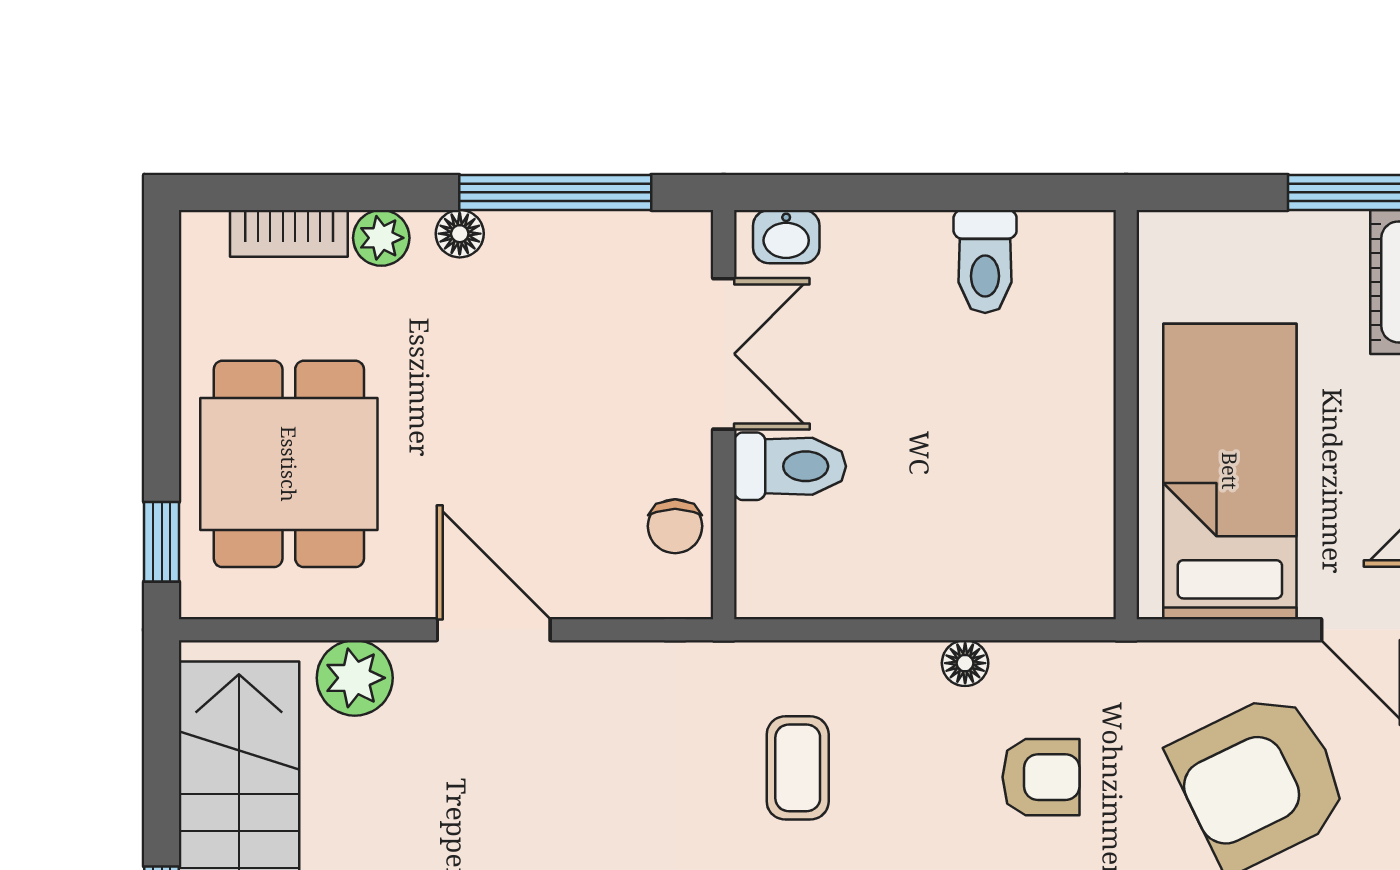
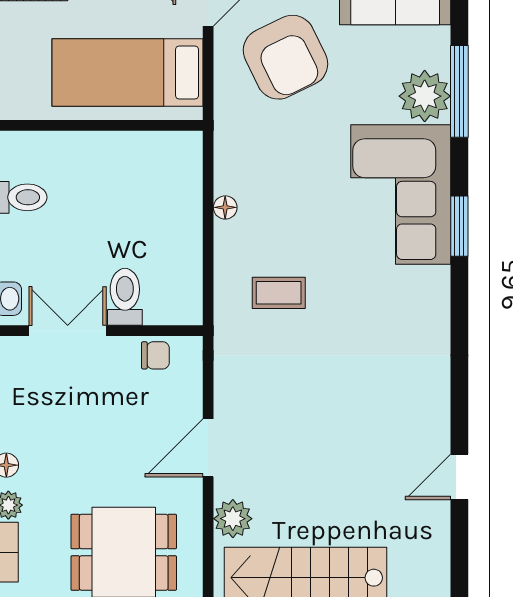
armchair: (1041, 777) -> (283, 169), removed

